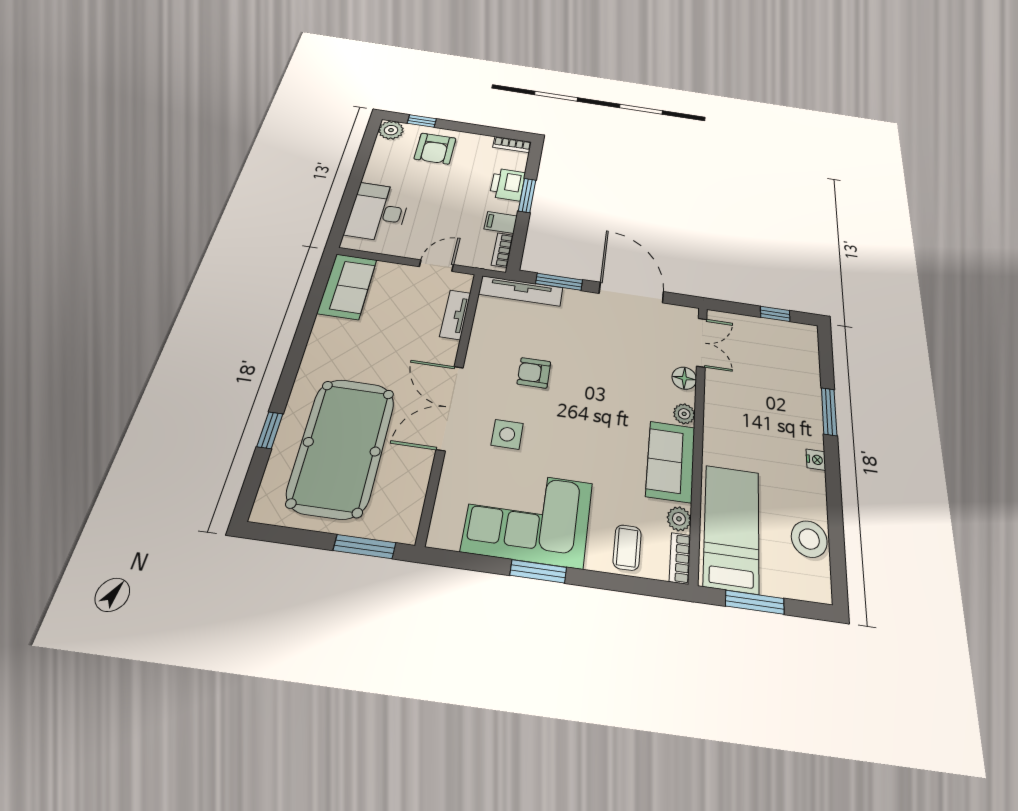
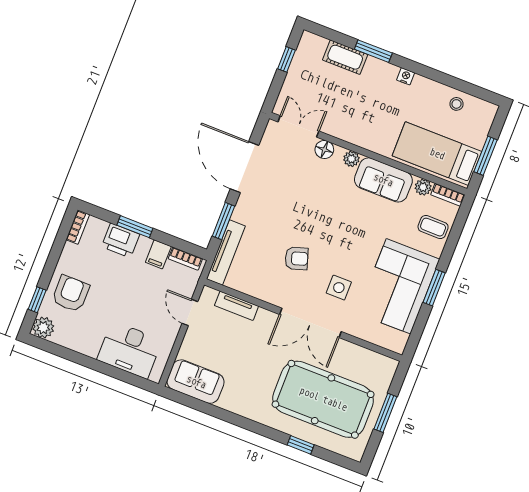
armchair: (435, 149) -> (71, 294), turned -90
door: (631, 292) -> (244, 167), hinge flipped
armchair: (534, 373) -> (296, 258), turned -108
cot: (807, 379) -> (345, 57), added
stool: (809, 539) -> (457, 104), width x0.53, depth x0.53
window: (365, 547) -> (385, 413), moved

